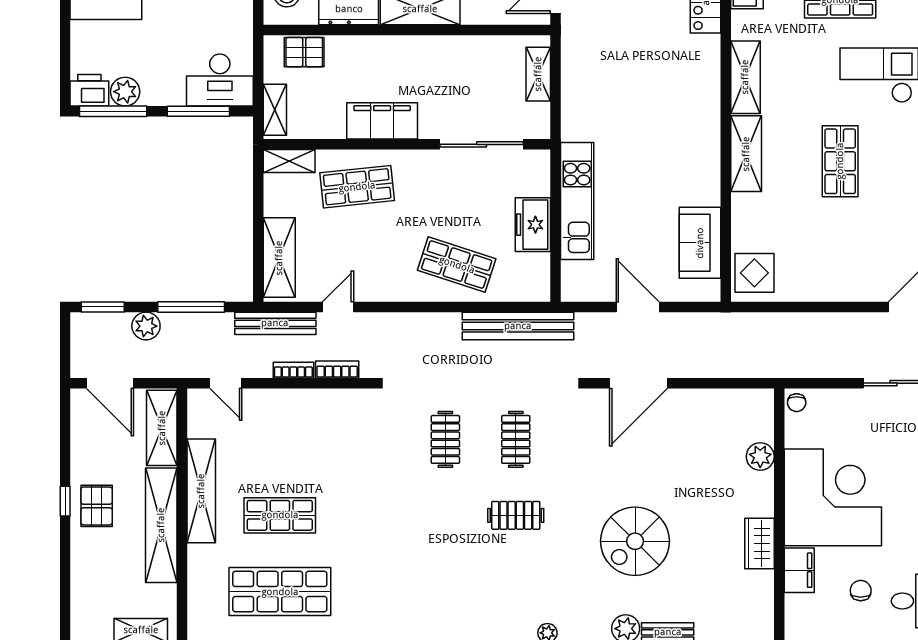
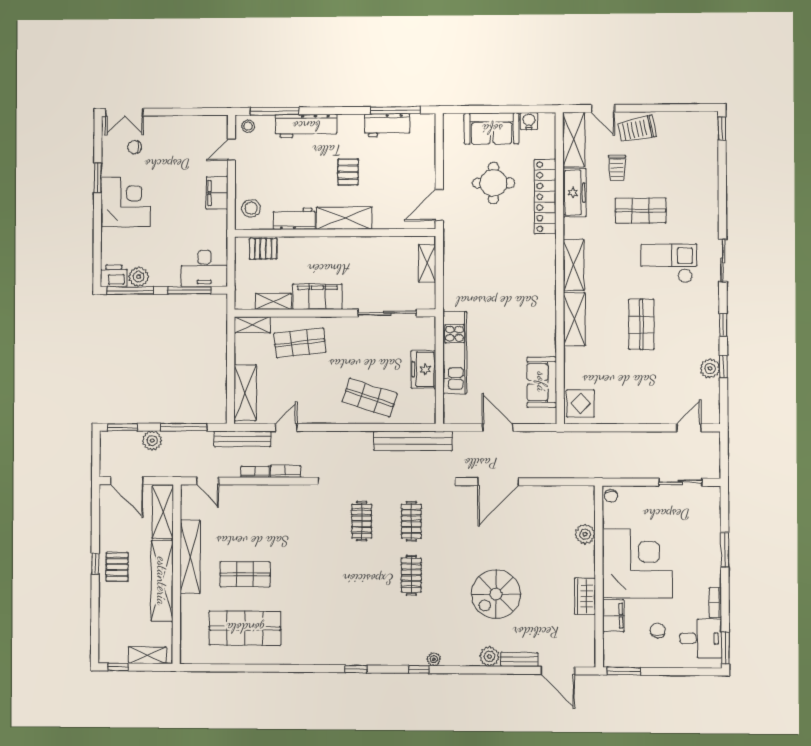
shelving: (275, 110) -> (273, 302), moved, turned 90
clothes rail: (516, 515) -> (411, 575), turned 90

